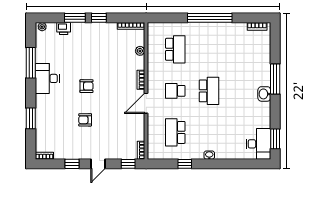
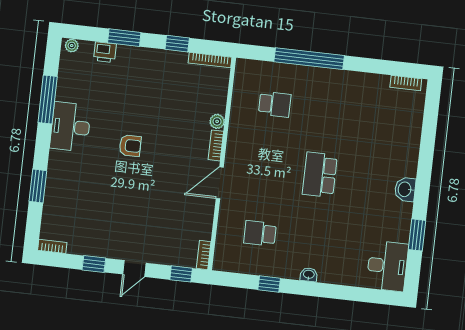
window: (99, 18) -> (177, 44), moved
window: (210, 18) -> (309, 59), moved
school desk: (175, 49) -> (275, 104), width x0.54
plant: (140, 51) -> (217, 121), moved
window: (275, 79) -> (425, 168), removed
school desk: (175, 91) -> (267, 169), removed
school desk: (209, 91) -> (320, 175), turned 180
armchair: (85, 120) -> (122, 198), removed
school desk: (175, 132) -> (260, 233), width x0.54
window: (275, 139) -> (417, 235), moved

